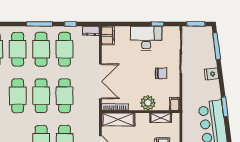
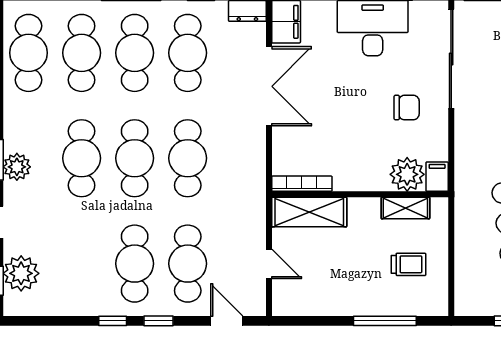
double door: (100, 81) -> (269, 86), moved
plant: (148, 103) -> (407, 174), moved

